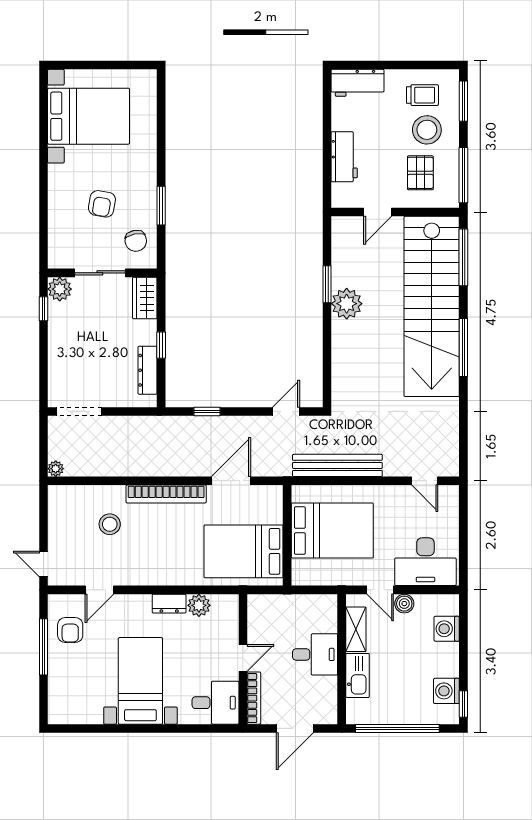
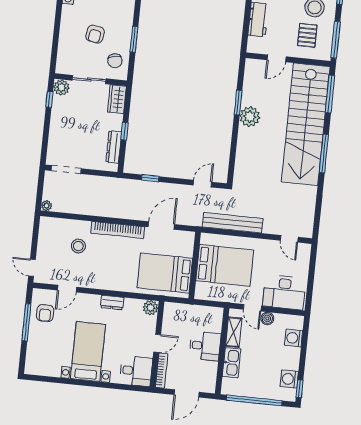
plant: (199, 605) -> (151, 308), moved

